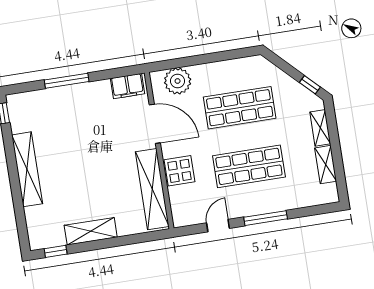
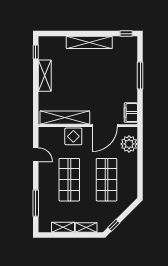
window: (266, 218) -> (36, 203), moved

